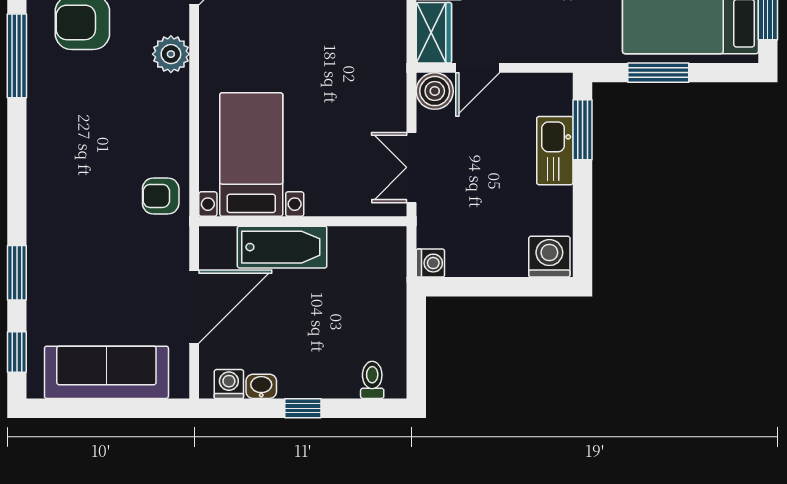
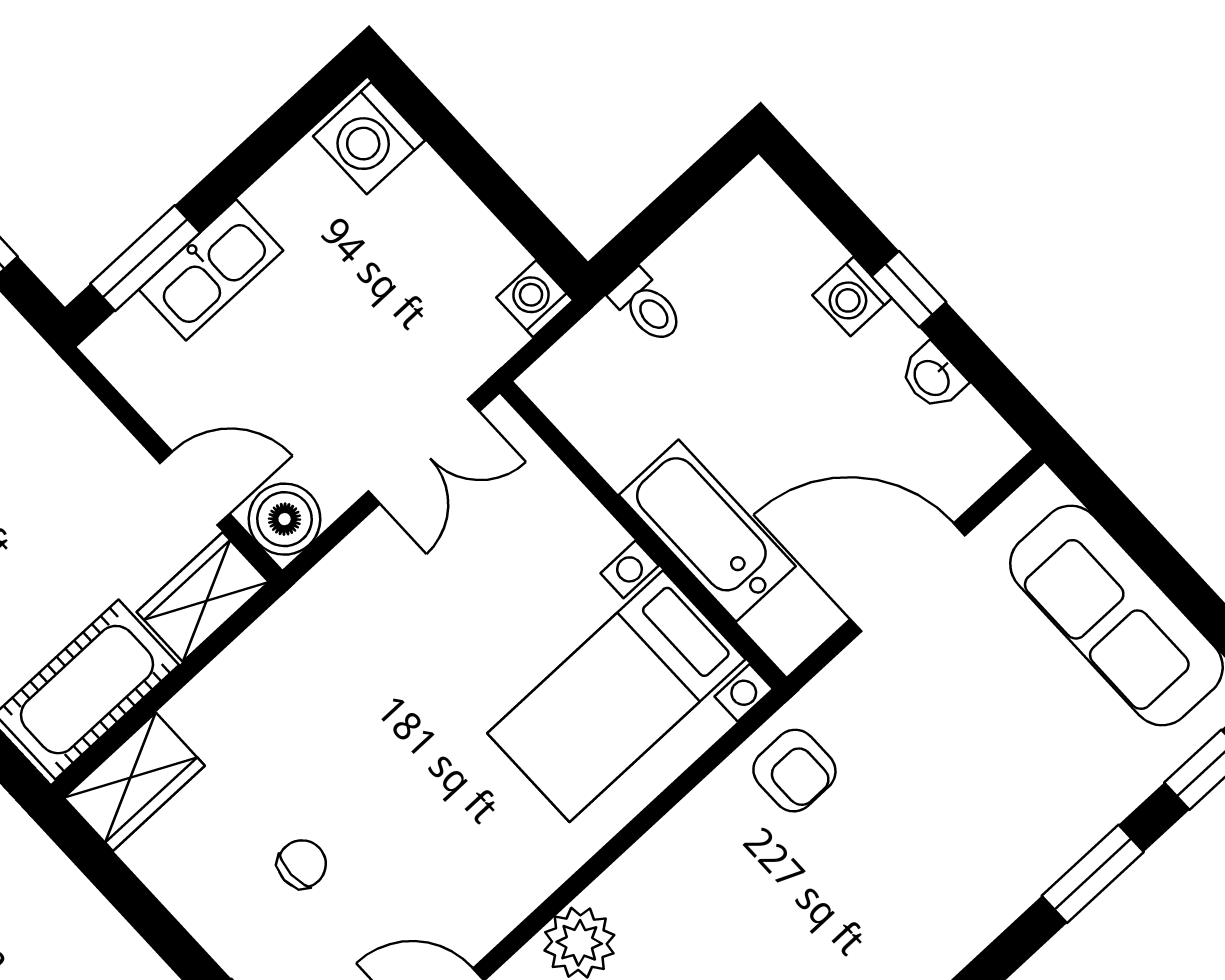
toilet: (372, 380) -> (647, 307), moved, turned -90
washing machine: (229, 384) -> (852, 297), moved

